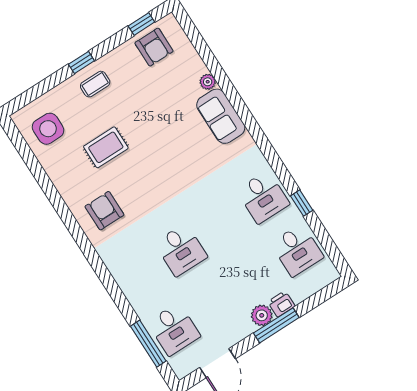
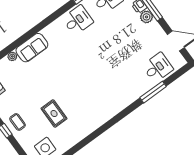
armchair: (104, 211) -> (91, 112), removed
desk: (181, 250) -> (111, 66), removed
window: (148, 344) -> (153, 92), moved

